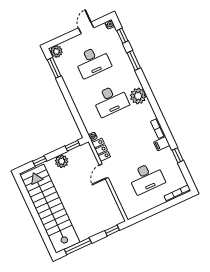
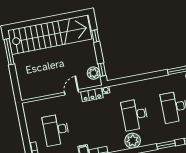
plant: (62, 161) -> (94, 73), moved
door: (104, 171) -> (72, 92), hinge flipped
window: (112, 230) -> (16, 87), removed

